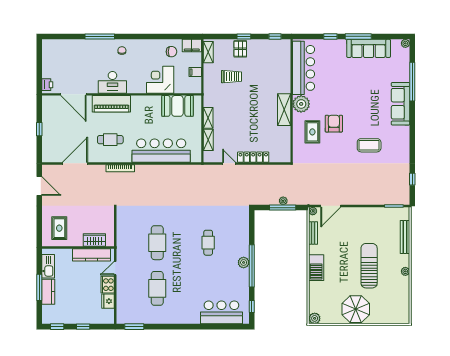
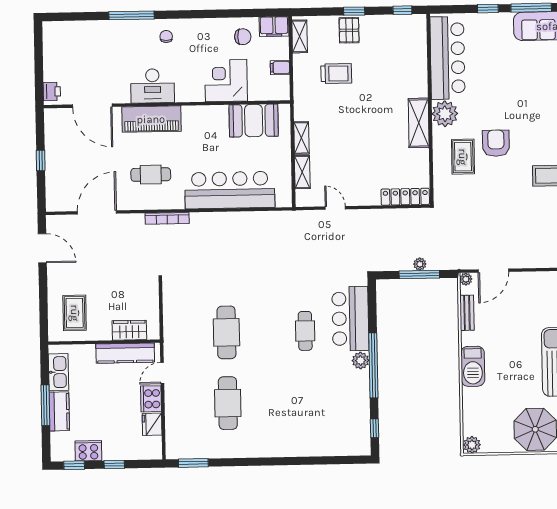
locker: (253, 157) -> (405, 197), moved
bar counter: (221, 312) -> (350, 319), moved, turned -90
cooker: (66, 317) -> (88, 451), added

